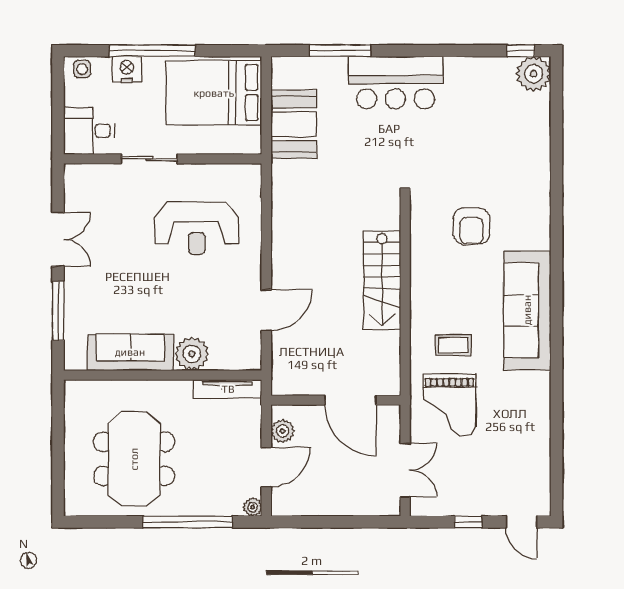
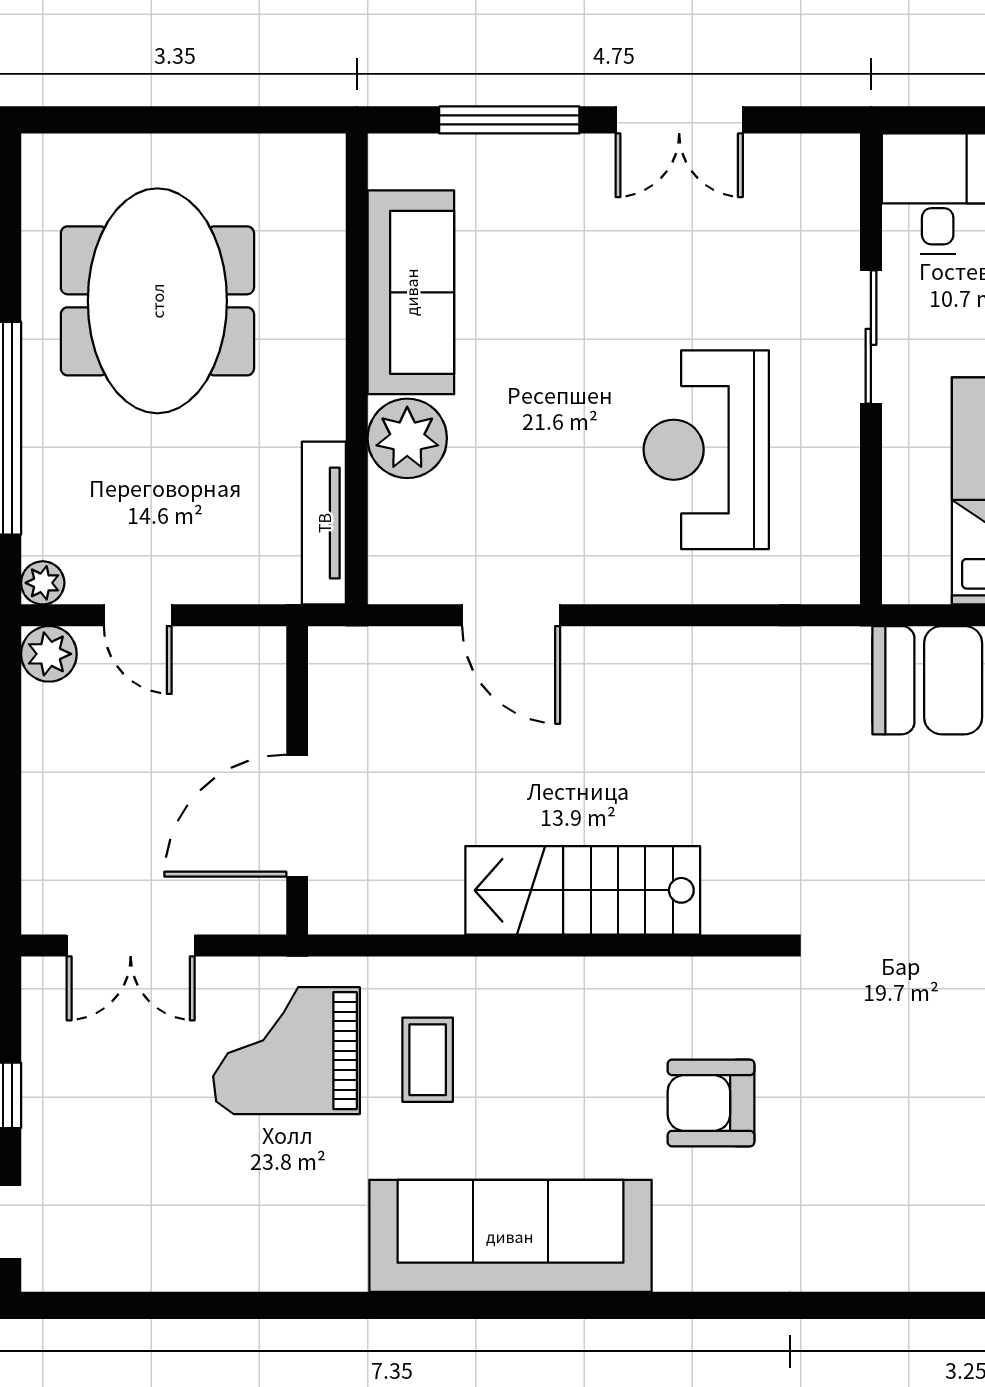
plant: (283, 431) -> (49, 654), moved
meeting table: (134, 459) -> (157, 301), turned 90
door: (266, 467) -> (138, 615), width x0.73

